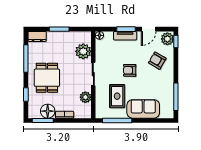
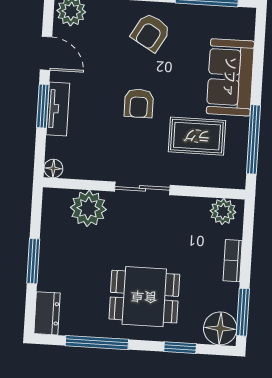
armchair: (157, 61) -> (151, 32), moved
plant: (85, 97) -> (223, 211), moved
floor lamp: (48, 111) -> (220, 328), moved

